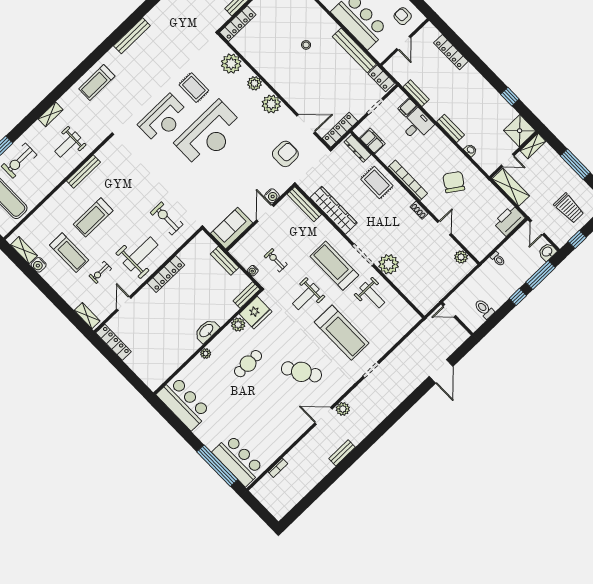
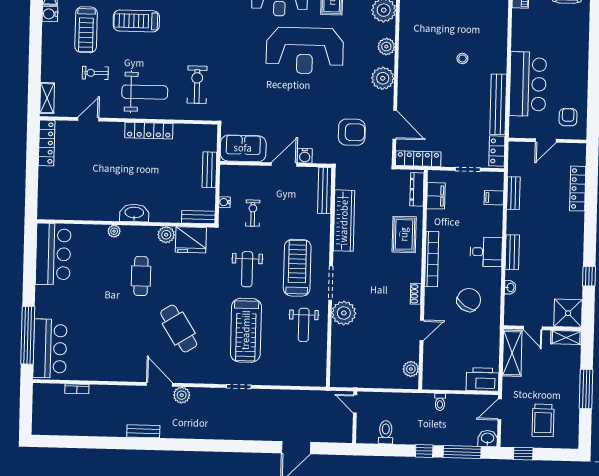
desk: (417, 125) -> (486, 252), moved
weight bench: (306, 296) -> (247, 269), turned -90
cafe table: (248, 364) -> (141, 276), turned 90

